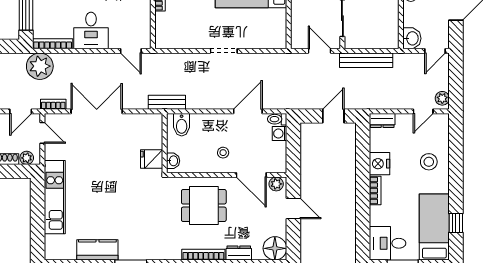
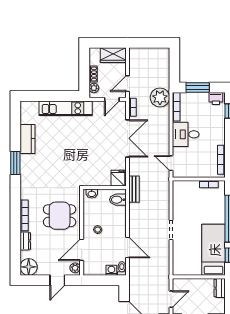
door: (131, 51) -> (171, 163), hinge flipped
door: (21, 111) -> (127, 84), hinge flipped
fridge: (152, 159) -> (118, 178), moved
dining table: (204, 206) -> (60, 216), turned 90

